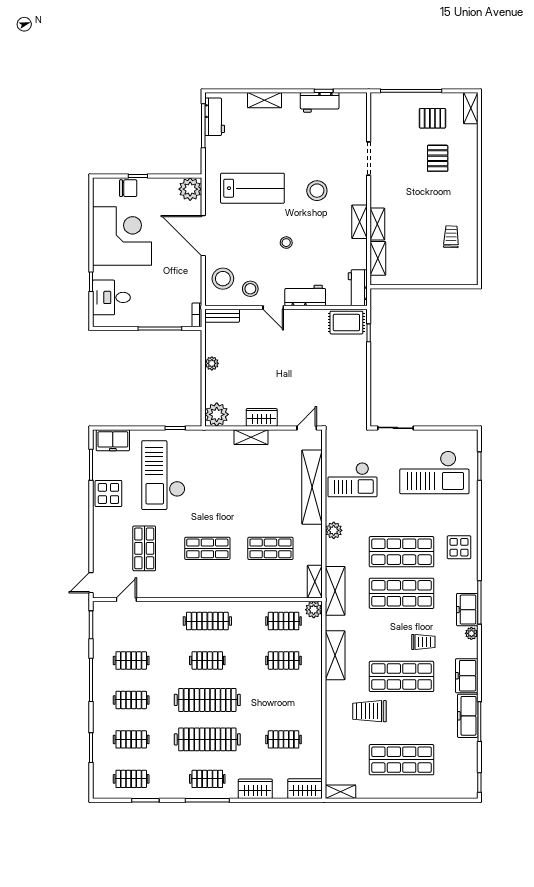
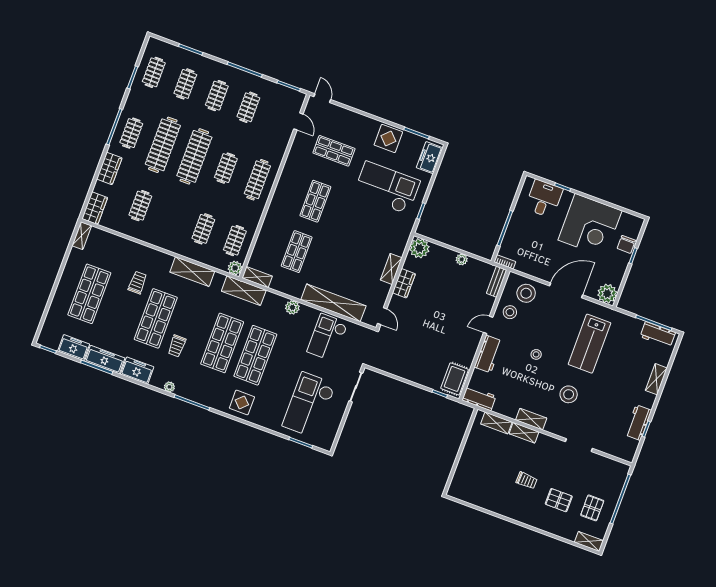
trolley: (451, 237) -> (527, 480), moved
freezer: (467, 610) -> (74, 348), moved
trolley: (369, 711) -> (137, 283), width x0.73, depth x0.72

